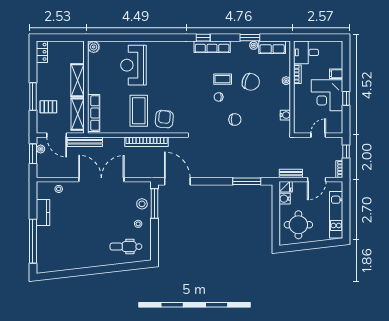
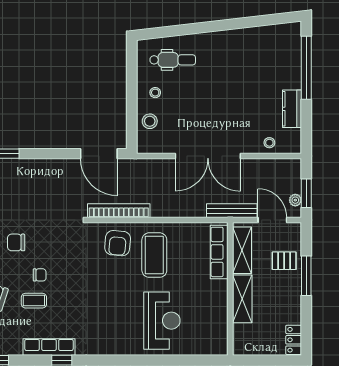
plant: (94, 47) -> (219, 347), removed
bookcase: (147, 142) -> (119, 211), moved
window: (154, 203) -> (132, 122), removed

